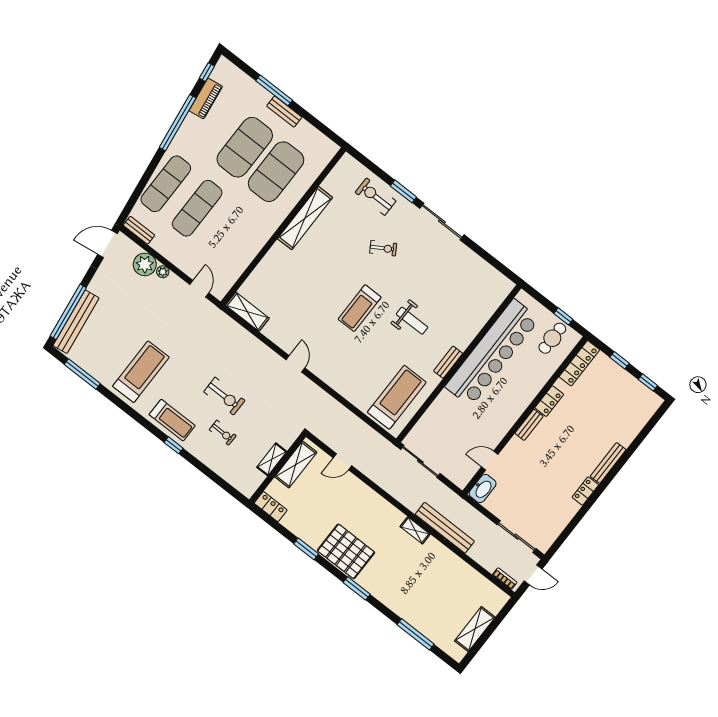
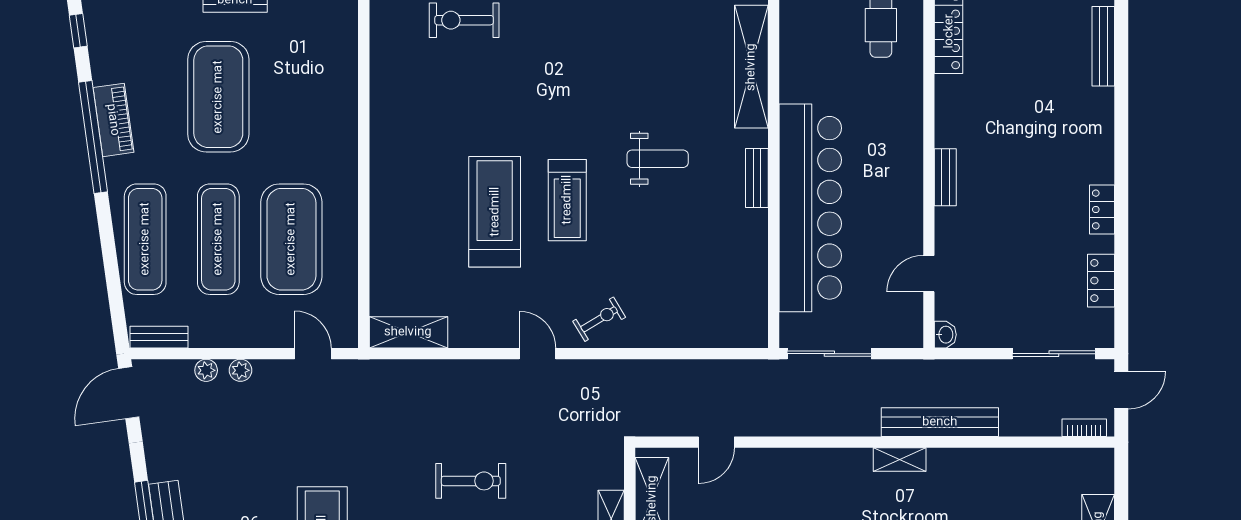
piano: (206, 98) -> (113, 120), moved
exercise mat: (276, 172) -> (291, 239), moved
shelving: (305, 218) -> (751, 67), moved
exercise bike: (383, 248) -> (599, 319), moved
plant: (145, 264) -> (206, 370), width x0.53, depth x0.53
bar counter: (492, 353) -> (810, 208), moved
treadmill: (397, 397) -> (495, 212), moved
locker: (549, 401) -> (1101, 281), moved, turned 180
bench: (608, 463) -> (1103, 46), moved
washbasin: (483, 489) -> (945, 335), width x0.52, depth x0.69

